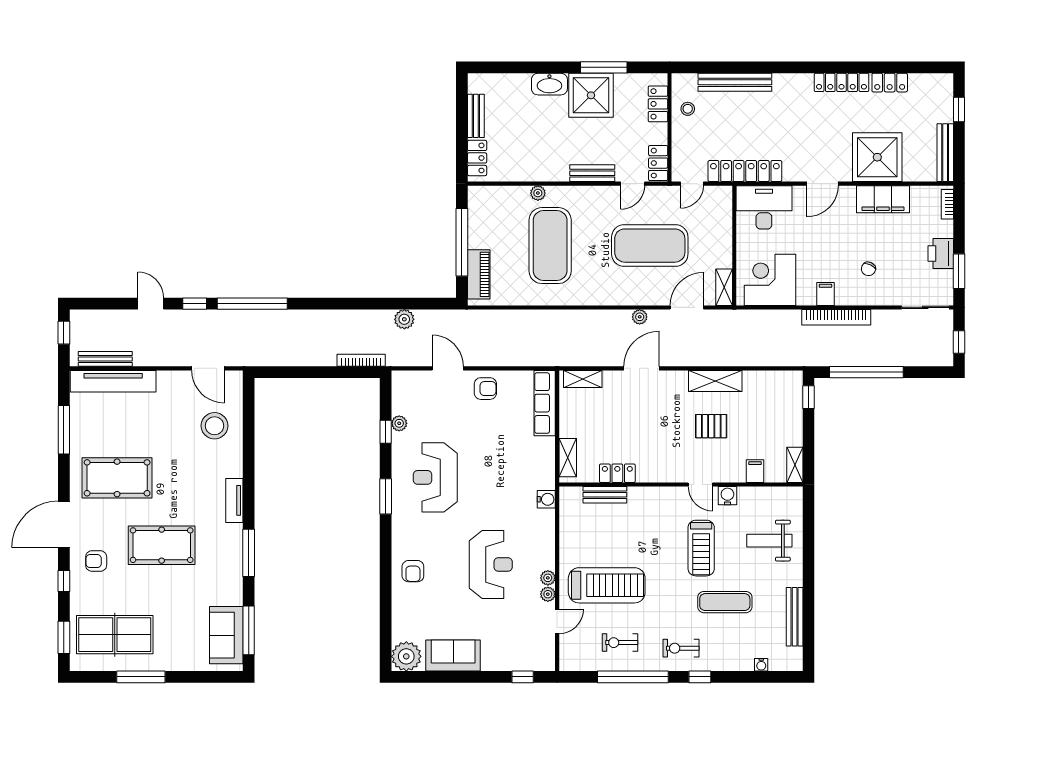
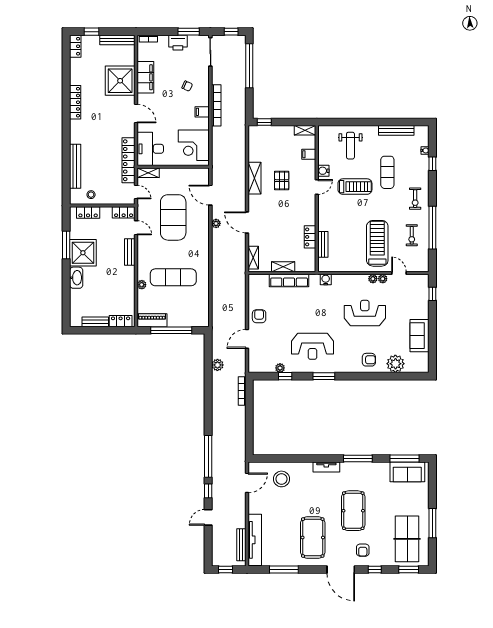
locker: (890, 83) -> (75, 46), moved
exercise mat: (550, 246) -> (173, 277), width x0.68
piano: (479, 274) -> (152, 320), moved
shelving: (724, 287) -> (148, 173), moved
window: (866, 372) -> (249, 66), moved
row of seats: (545, 403) -> (289, 281), moved
shelving: (568, 458) -> (283, 267), moved
plant: (406, 656) -> (395, 364), moved
window: (700, 677) -> (432, 164), moved

